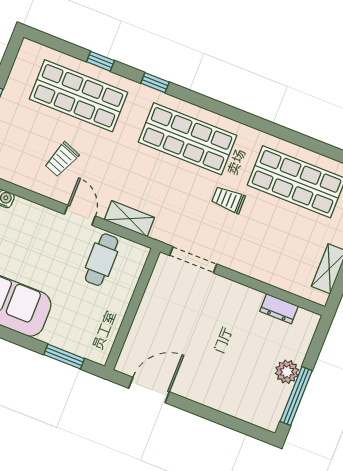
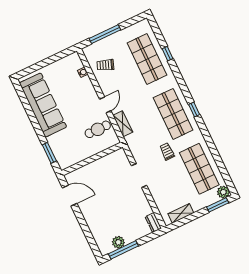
window: (155, 83) -> (194, 110), moved
trolley: (62, 159) -> (105, 65), moved
doorway: (193, 260) -> (139, 176), moved
dresser: (279, 309) -> (153, 223), moved
plant: (287, 372) -> (118, 242), moved

